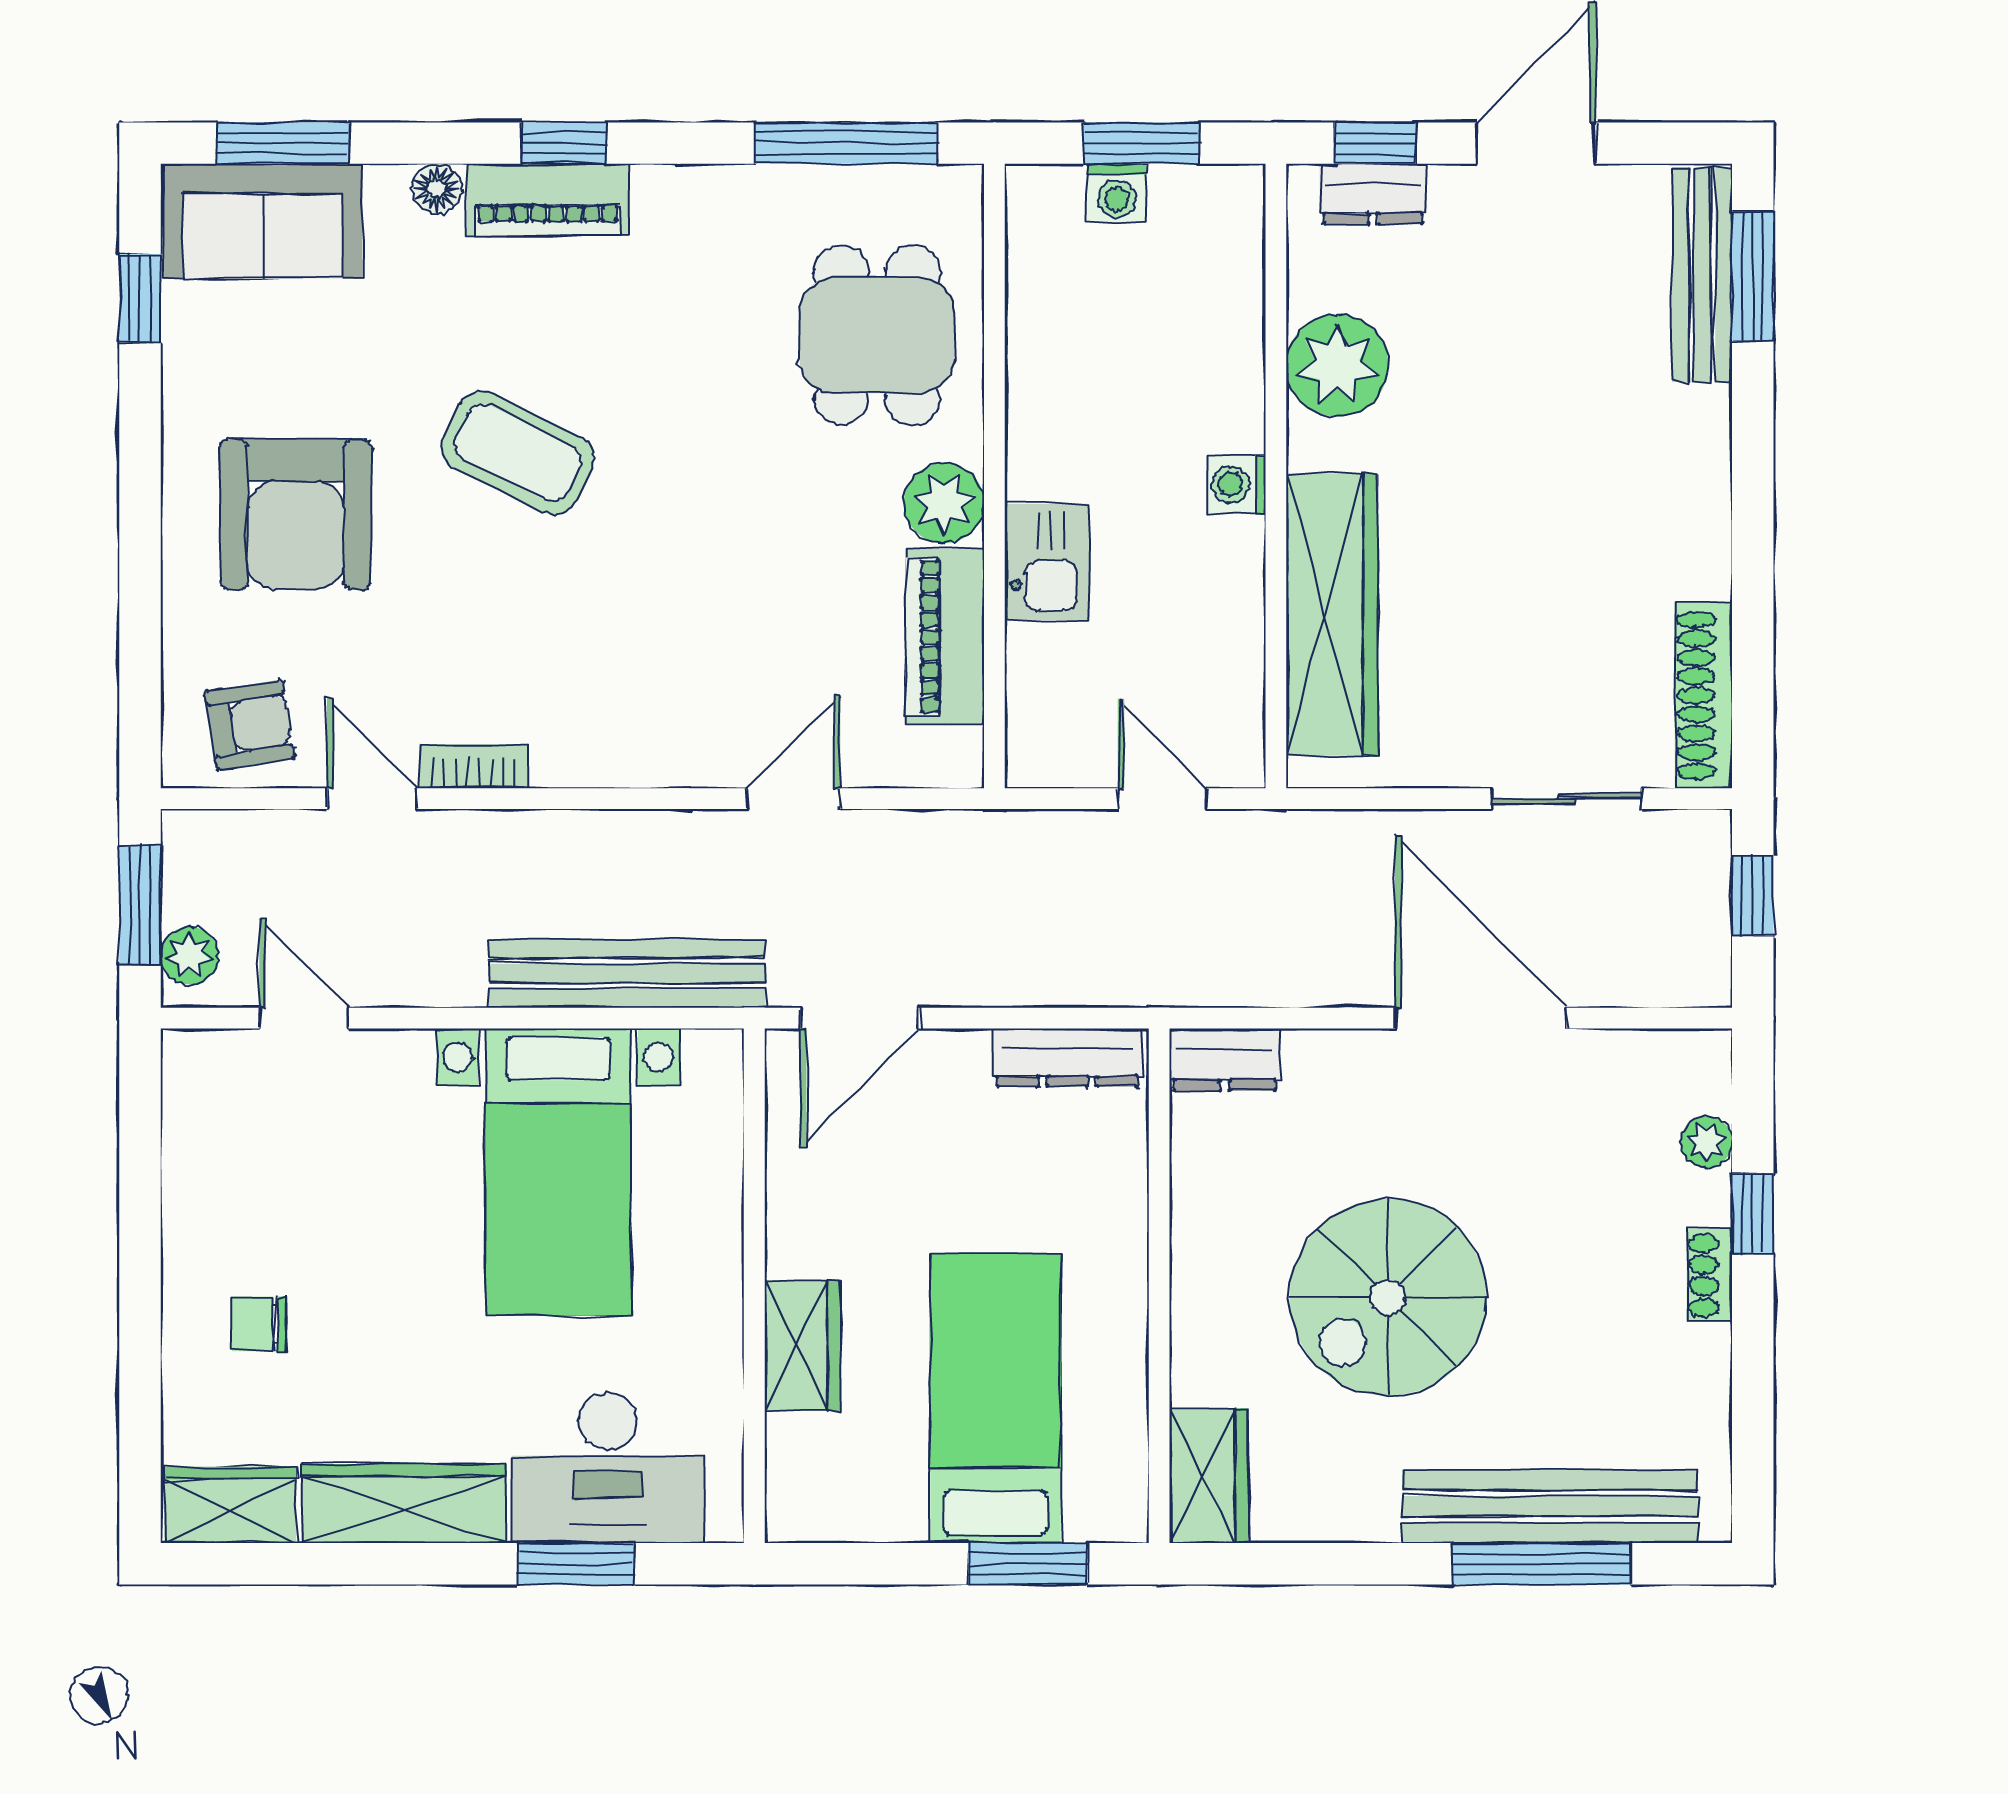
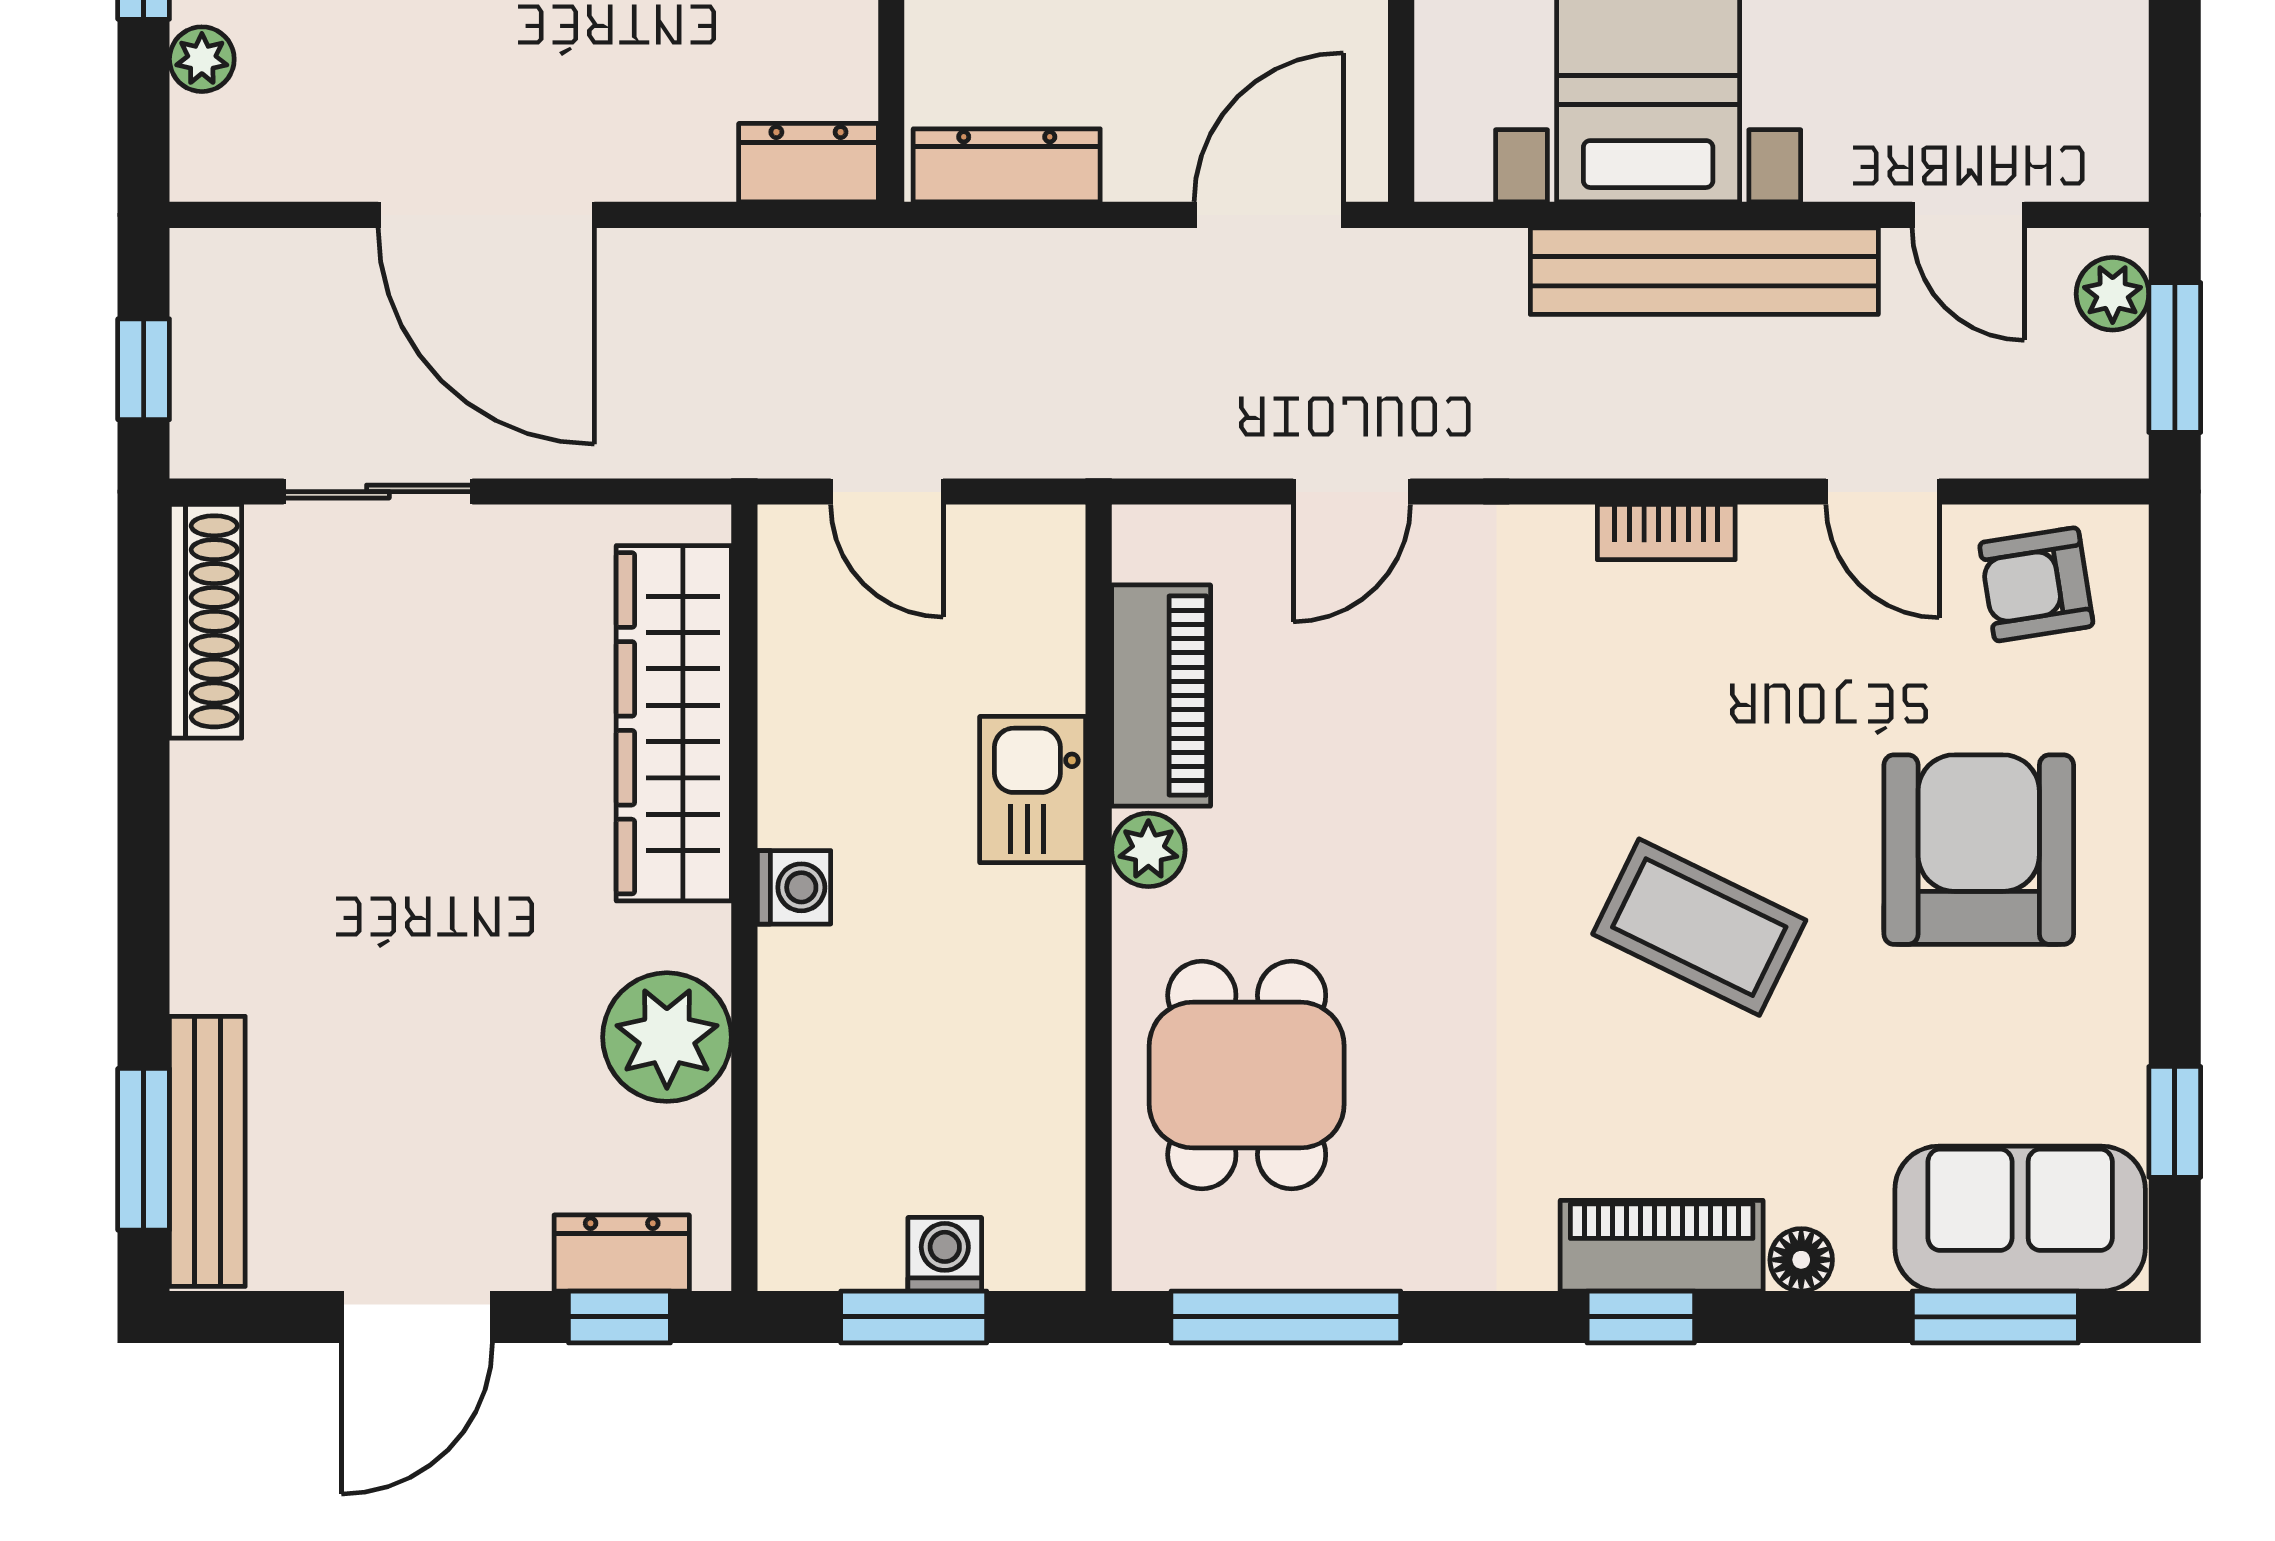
plant: (944, 503) -> (1148, 850), width x0.73, depth x0.73
bookcase: (474, 766) -> (1666, 532), moved
bench: (627, 974) -> (1704, 271), moved

